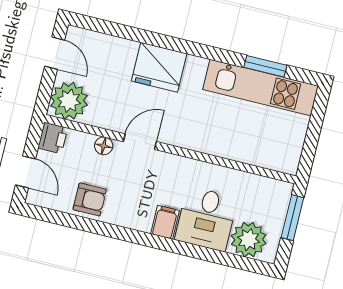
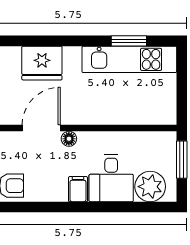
door: (140, 142) -> (41, 128), width x1.38
floor lamp: (104, 146) -> (69, 139), moved

